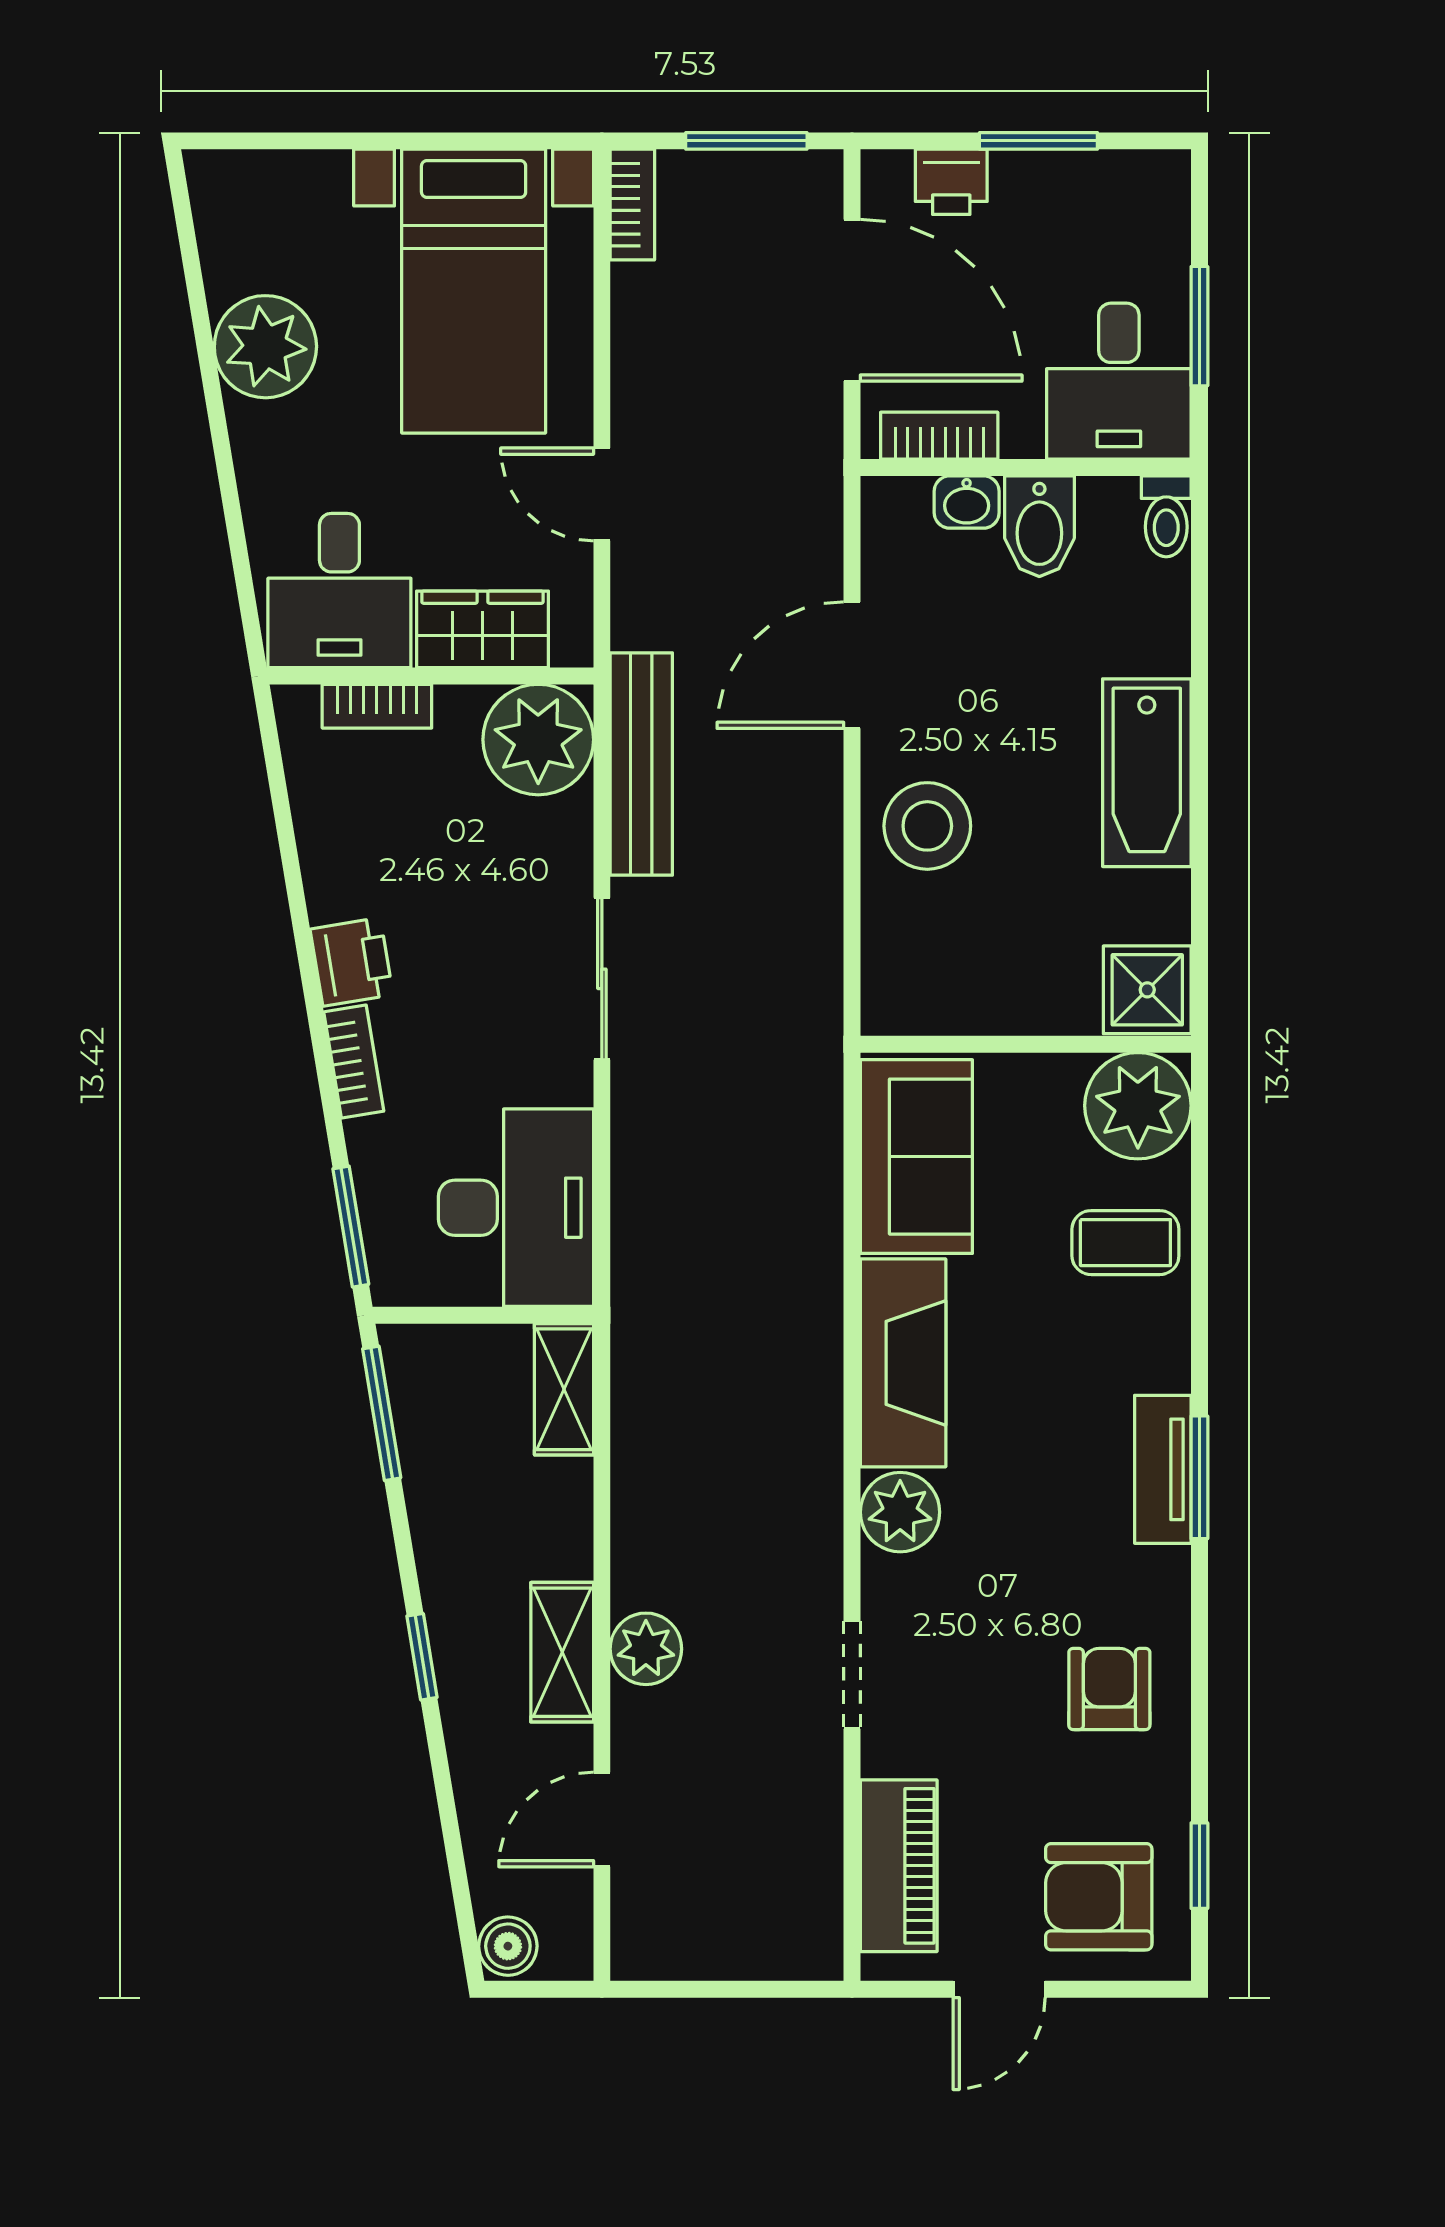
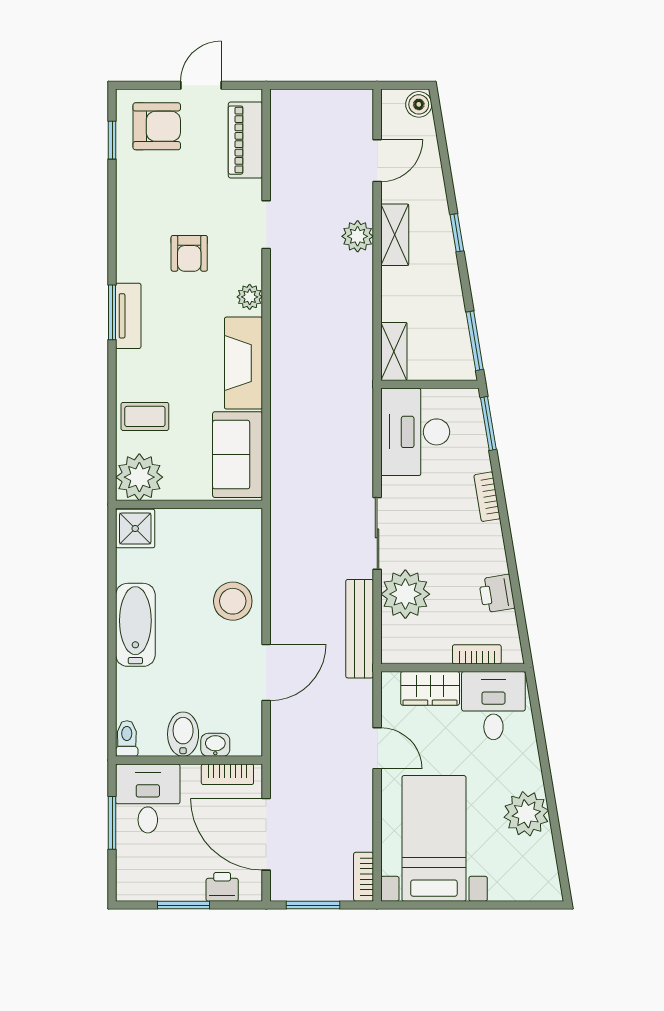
plant: (538, 740) -> (405, 594), moved
printer: (352, 962) -> (497, 594), moved
plant: (900, 1512) -> (250, 297), width x0.73, depth x0.73
armchair: (1109, 1689) -> (189, 253), moved

